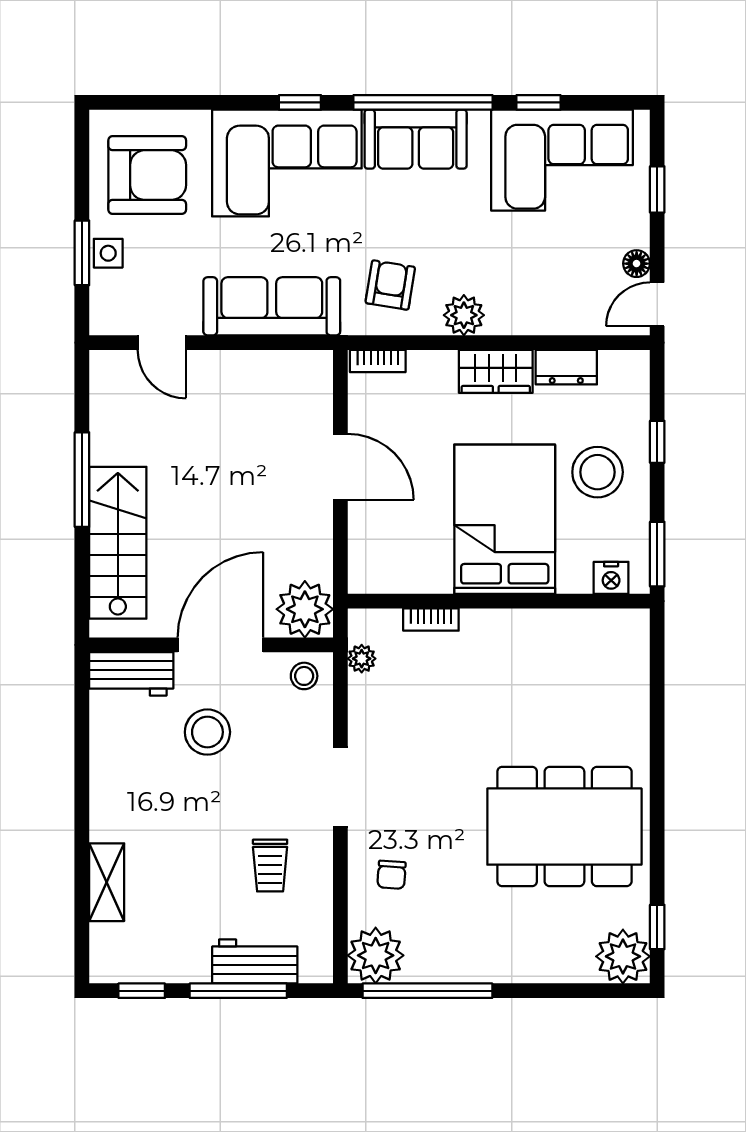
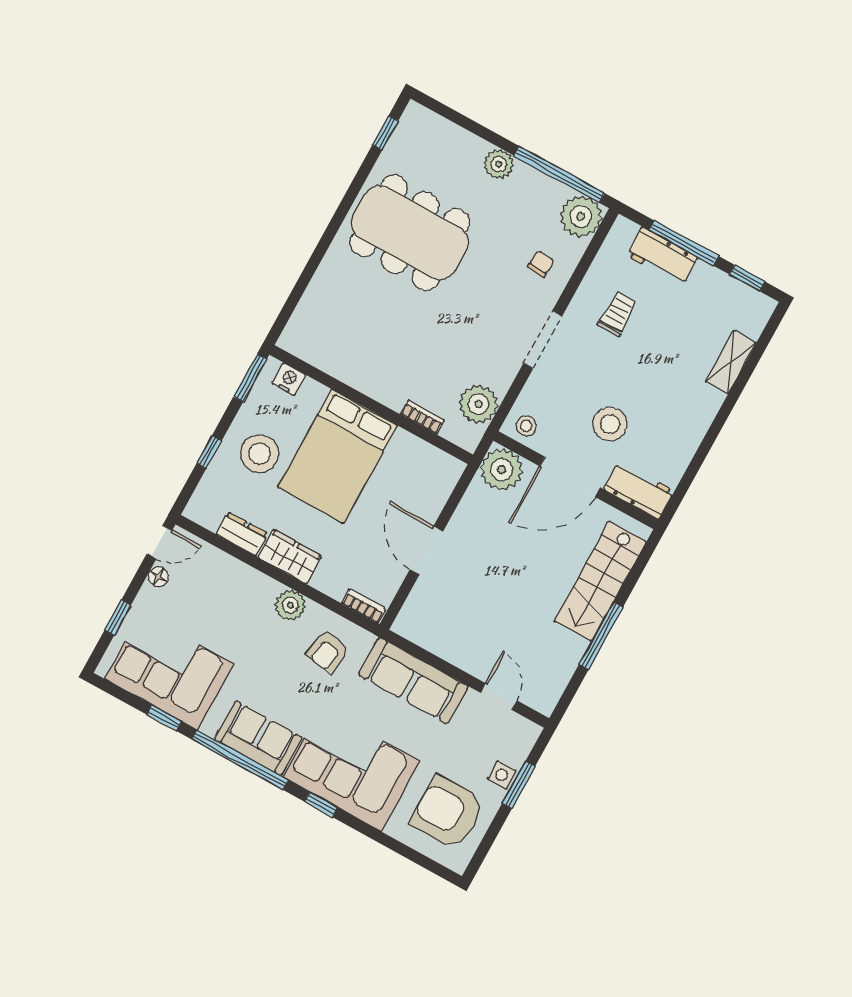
plant: (362, 659) -> (479, 404), width x1.87, depth x1.87
plant: (623, 956) -> (499, 164), moved, width x0.73, depth x0.73

